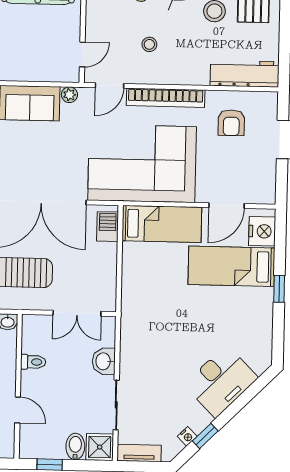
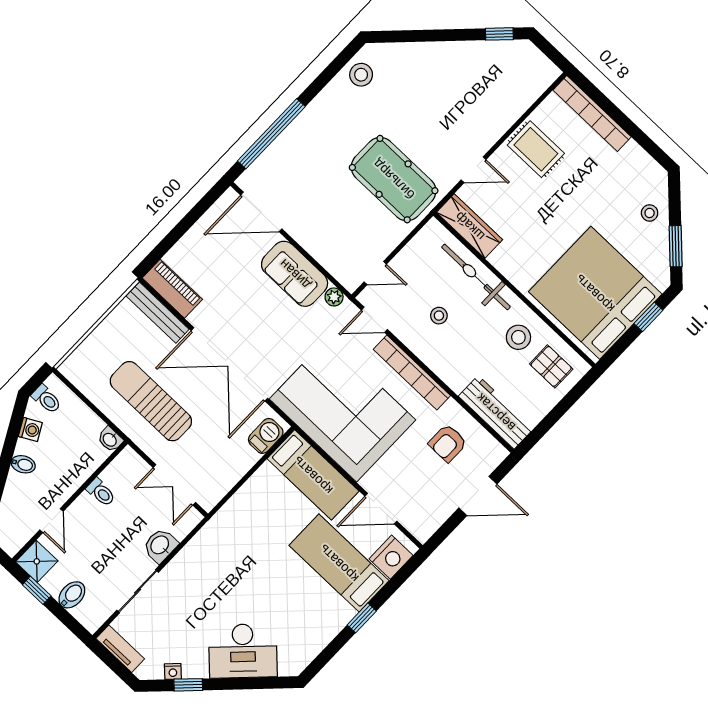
shower: (100, 447) -> (37, 561), moved

